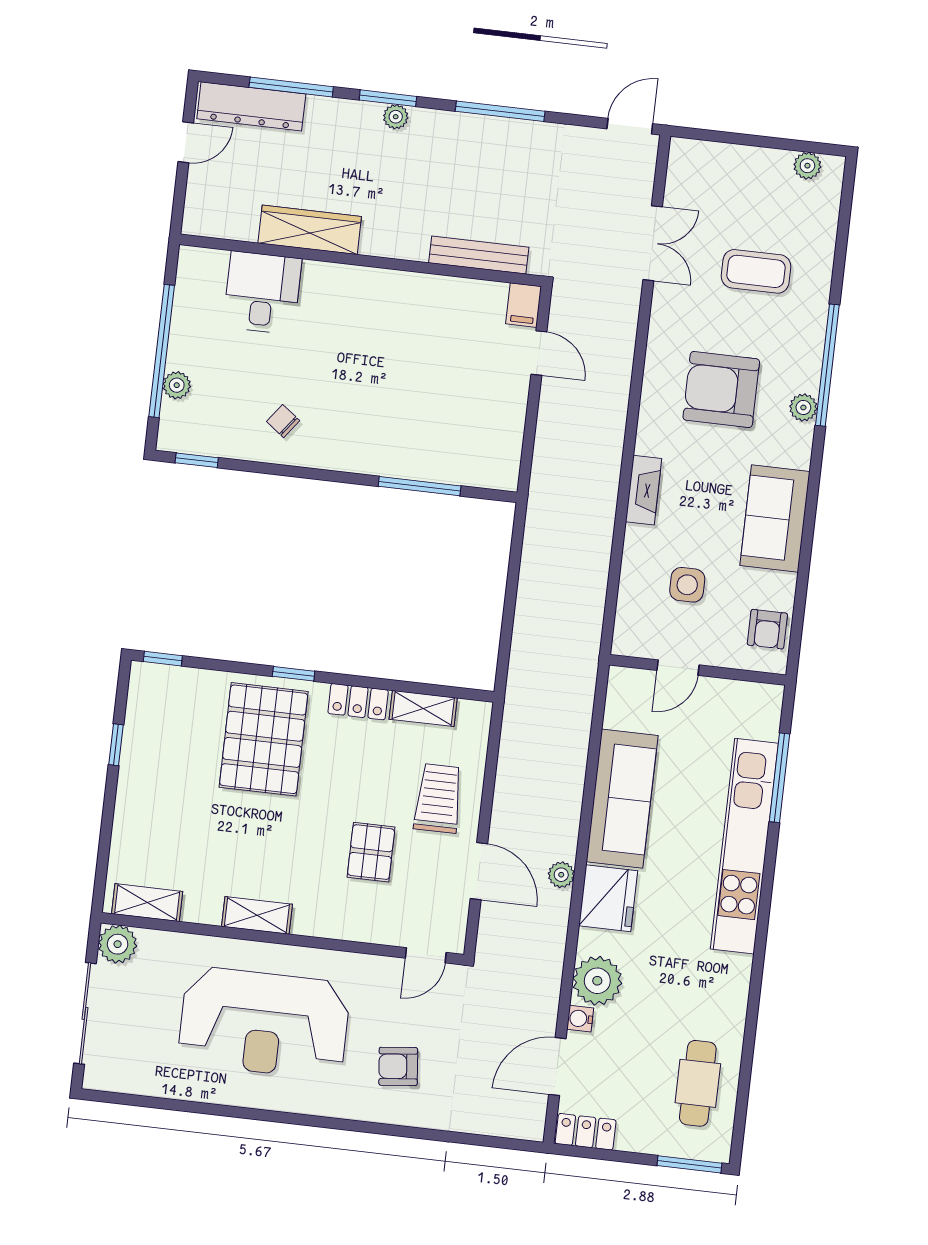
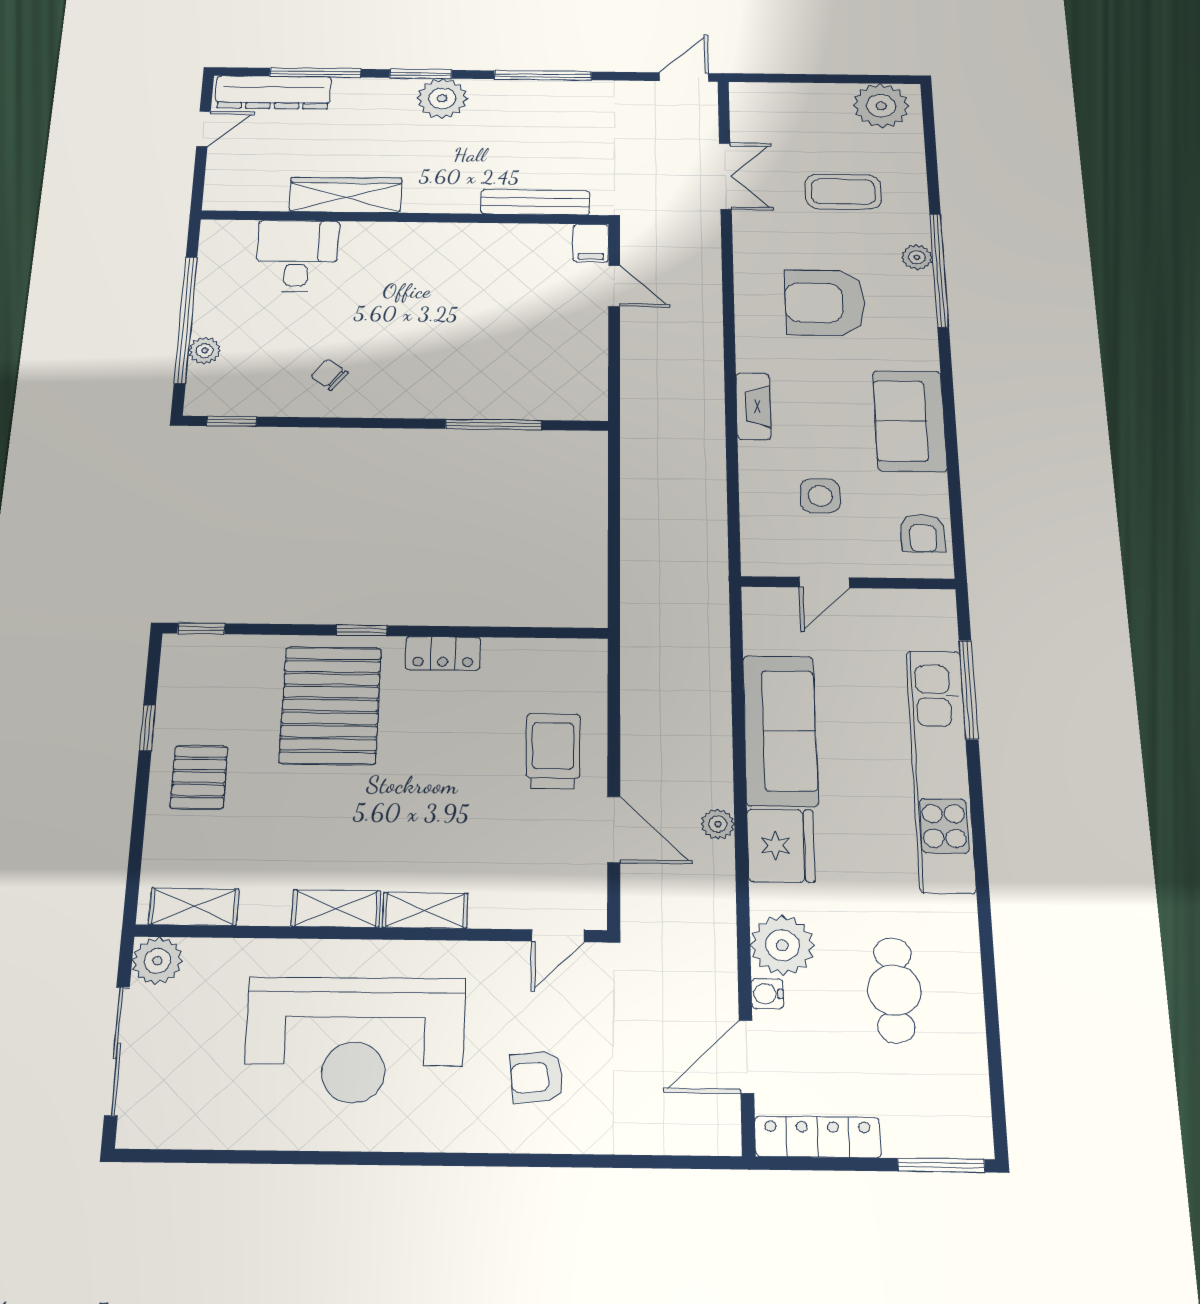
plant: (396, 117) -> (442, 98), width x1.88, depth x1.88
plant: (807, 166) -> (881, 106), width x1.88, depth x1.88
plant: (803, 407) -> (917, 257), moved
shelving: (423, 708) -> (425, 910), moved
pallet: (371, 852) -> (199, 777), moved
cafe table: (698, 1083) -> (894, 990), moved
locker: (586, 1132) -> (818, 1137), width x1.53

